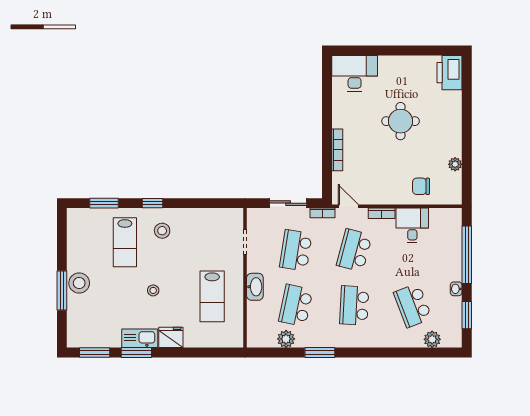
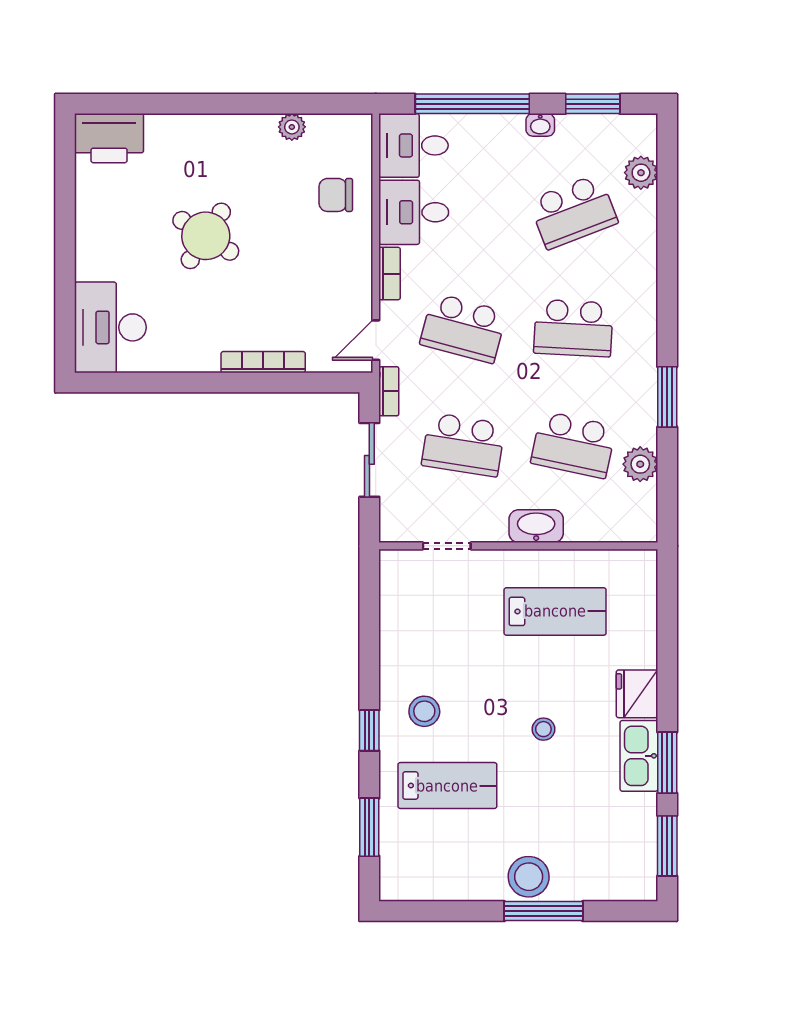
round table: (401, 121) -> (206, 236), turned 33
chair: (421, 186) -> (336, 195), turned 90
desk: (446, 225) -> (413, 145), added

